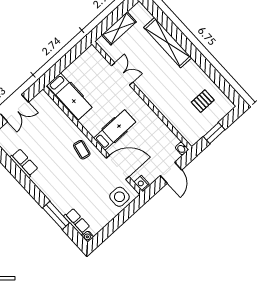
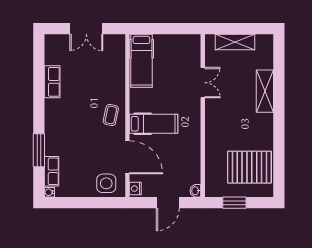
shelving: (168, 43) -> (265, 91), width x0.68
pallet: (203, 101) -> (249, 167), width x2.05, depth x2.00

